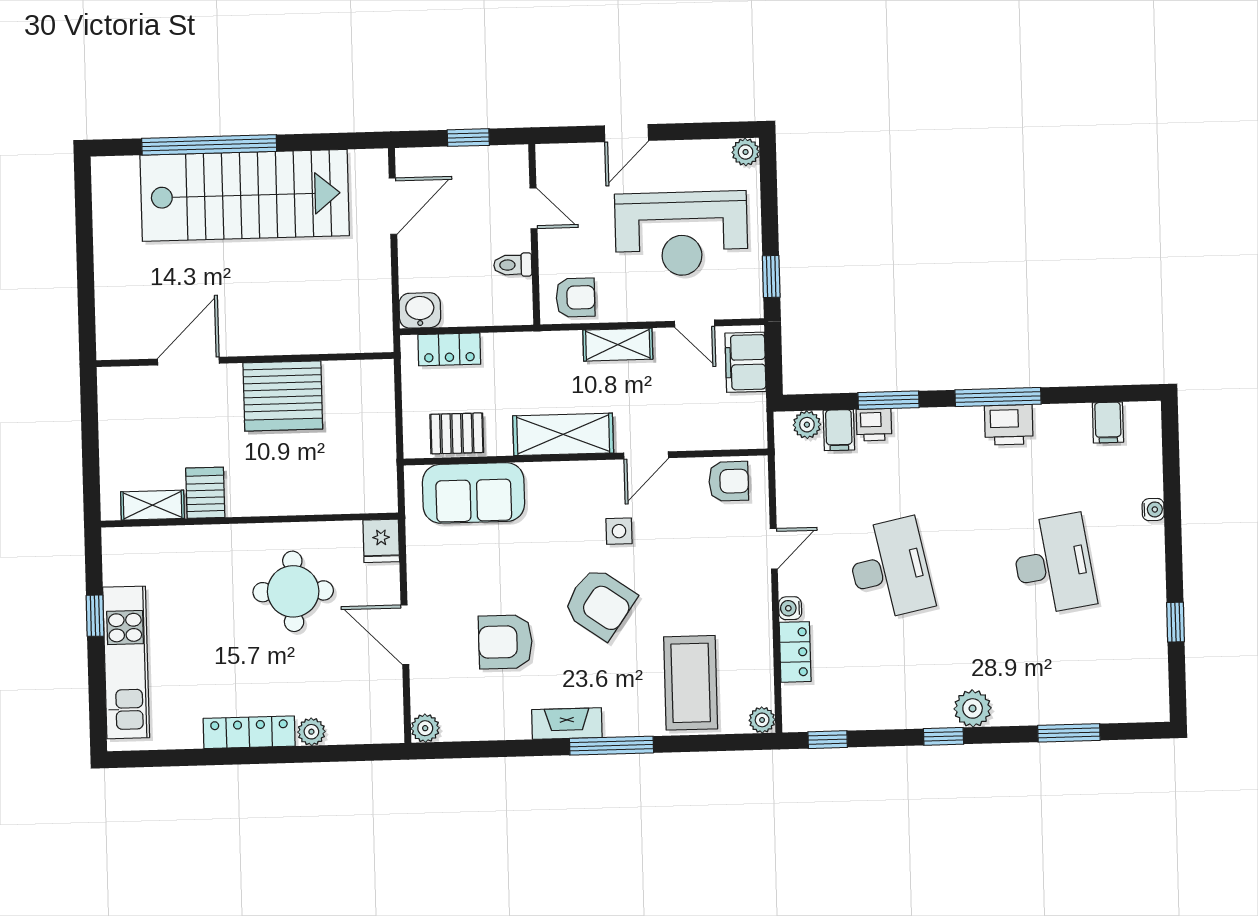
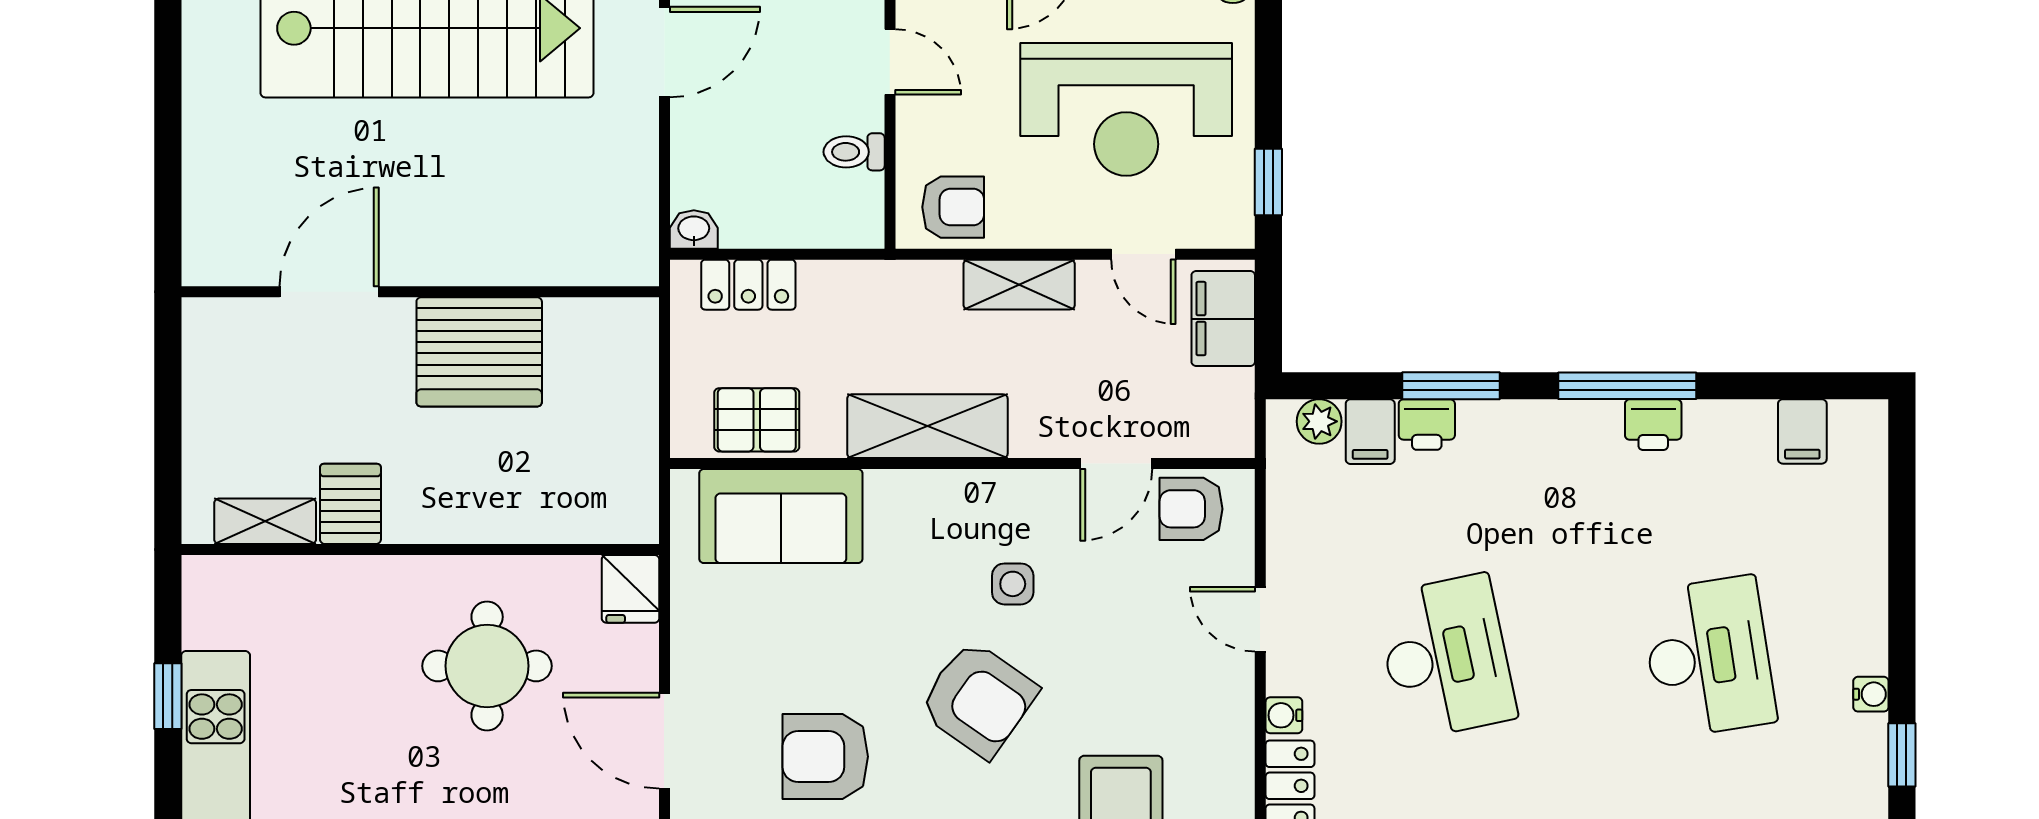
washbasin: (420, 310) -> (694, 229), width x0.72, depth x0.69
printer: (1009, 425) -> (1653, 425), width x0.73, depth x0.81
door: (646, 455) -> (1116, 464), moved
armchair: (729, 481) -> (1191, 509), turned 180
water cooler: (1153, 510) -> (1871, 694), moved
door: (774, 549) -> (1260, 619), swing flipped

